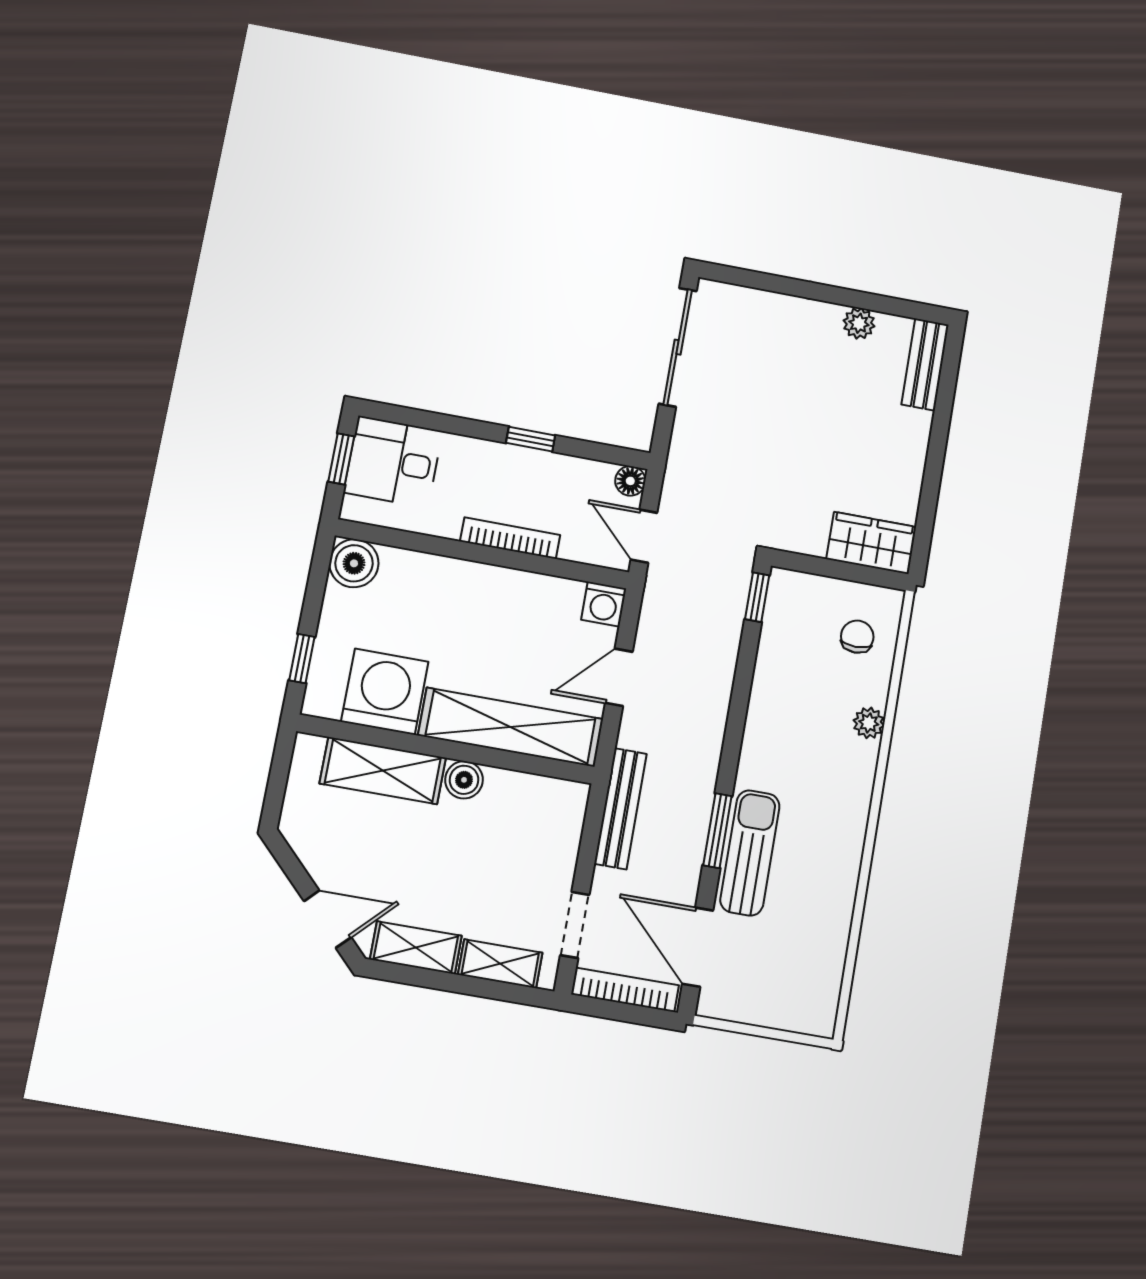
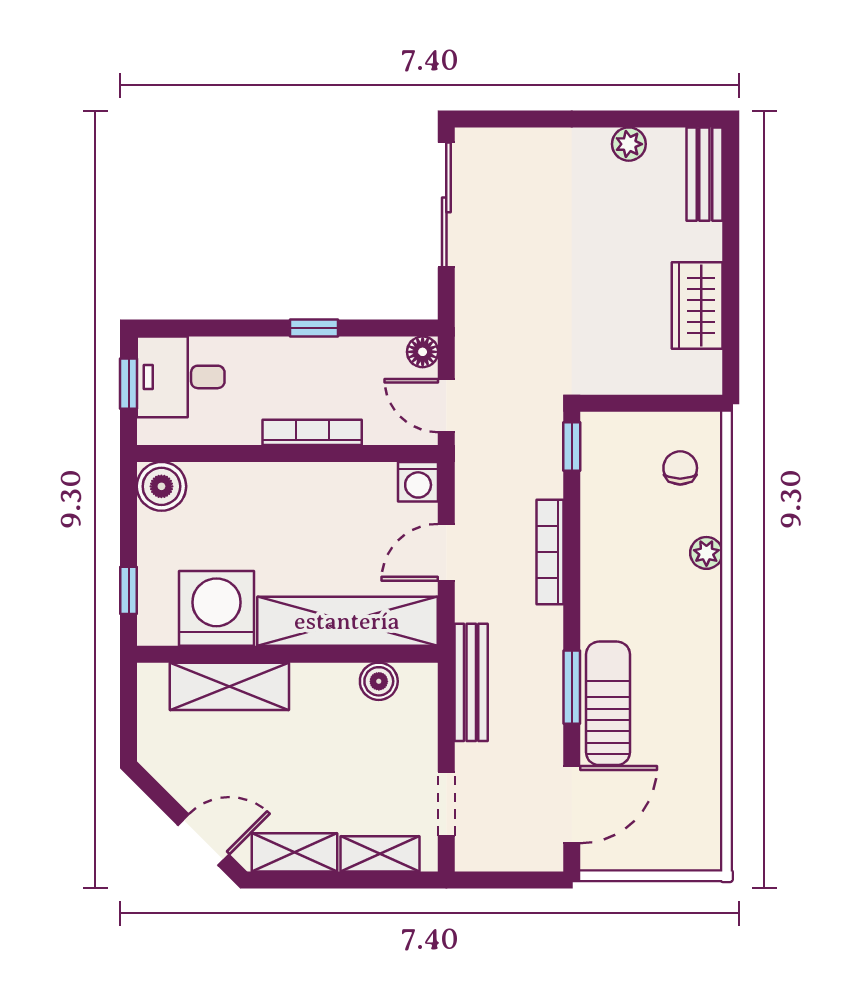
wardrobe: (871, 543) -> (697, 305), moved, turned -90
boiler: (464, 780) -> (379, 681), moved
door: (698, 947) -> (572, 805), swing flipped
bookcase: (625, 990) -> (550, 552), moved, turned -90

